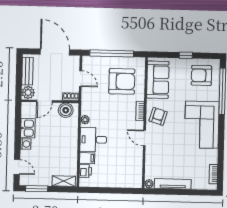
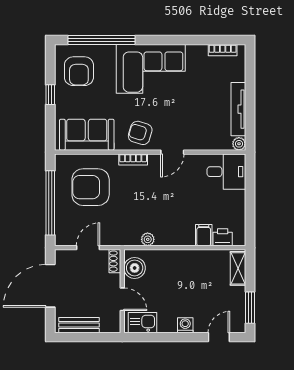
armchair: (122, 81) -> (91, 187), turned -90
plant: (28, 92) -> (110, 323), removed
kitchen sink: (28, 128) -> (143, 323), moved
desk: (93, 140) -> (226, 172), moved, turned -90

